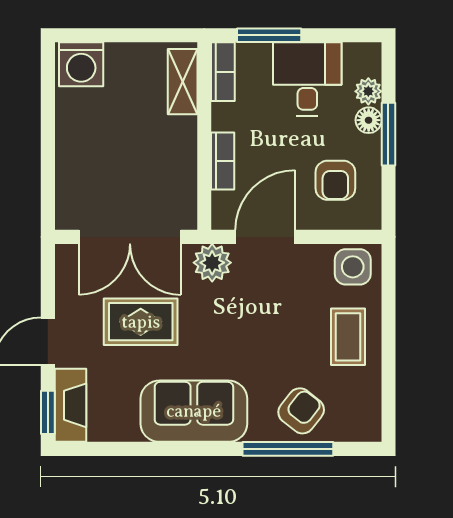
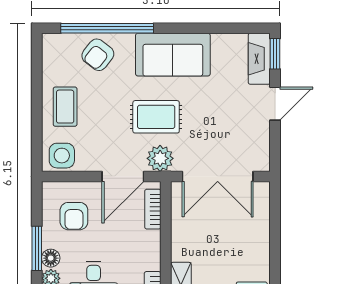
bookcase: (223, 161) -> (153, 209), moved
armchair: (335, 180) -> (74, 216), turned 180
double door: (130, 237) -> (218, 176), swing flipped
rug: (141, 322) -> (156, 117), moved
window: (288, 449) -> (107, 28), width x1.46

